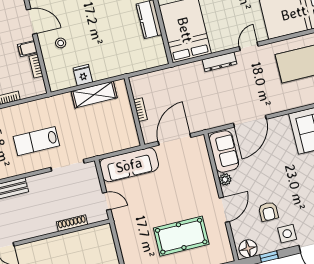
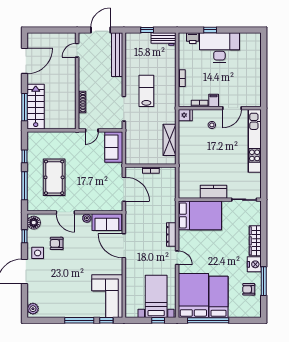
fridge: (83, 75) -> (185, 115), moved
sofa: (129, 165) -> (114, 147), width x0.73

